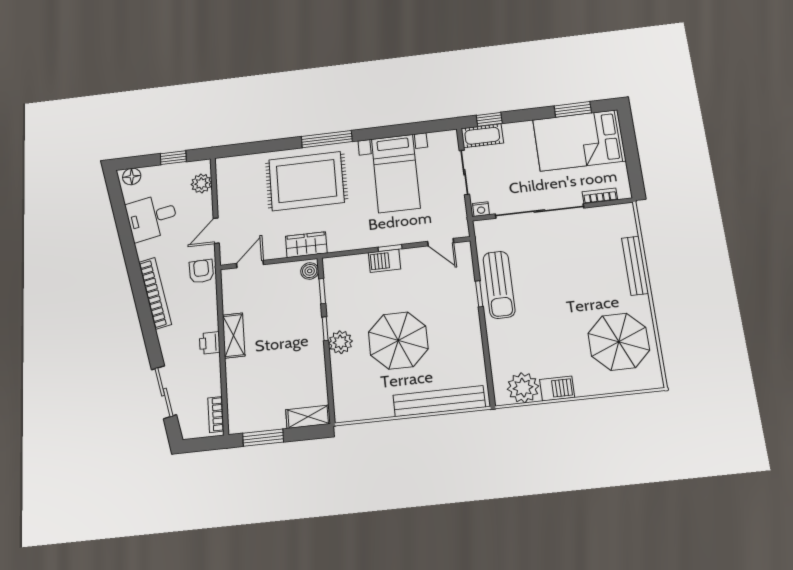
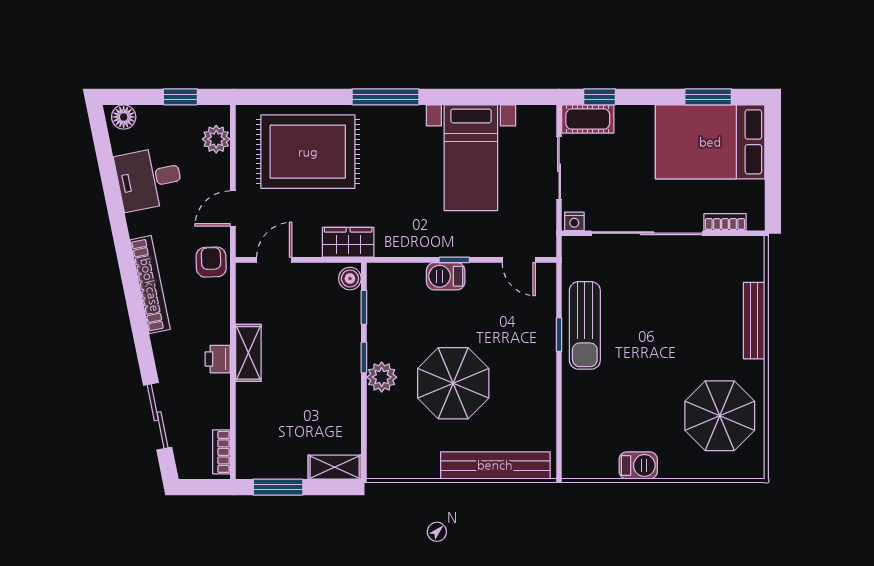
rug: (306, 181) -> (308, 152), moved
plant: (523, 388) -> (598, 460), removed

